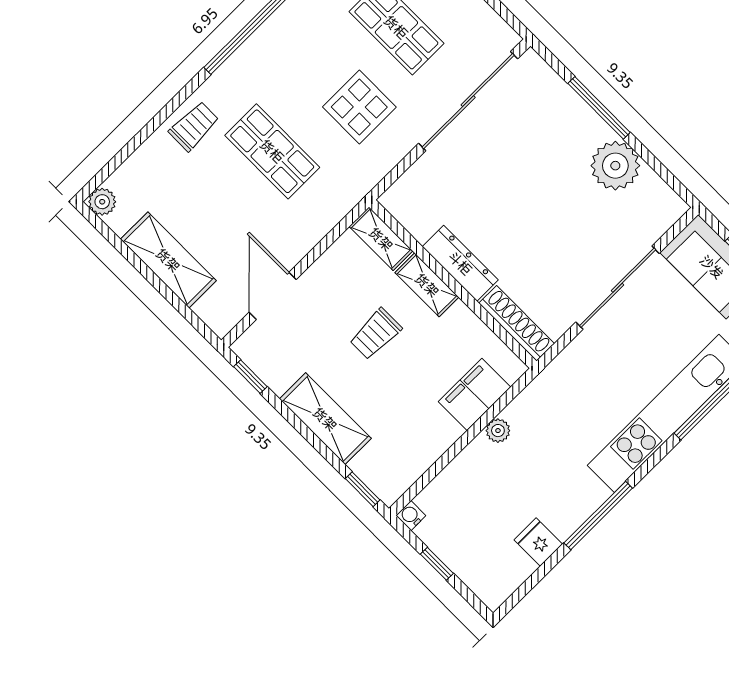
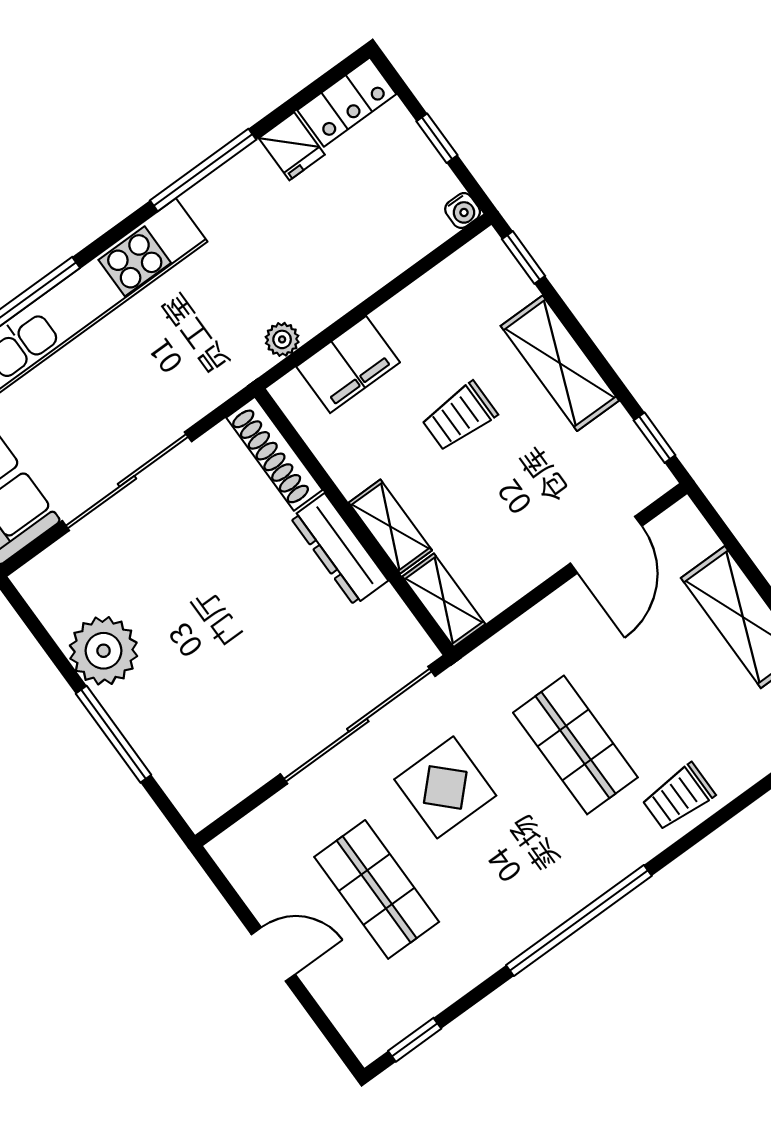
sliding door: (468, 101) -> (358, 725), moved
trolley: (376, 334) -> (459, 416), moved, turned 180
plant: (498, 431) -> (282, 339), moved
locker: (504, 579) -> (347, 102), added

